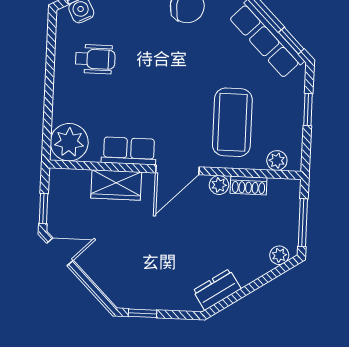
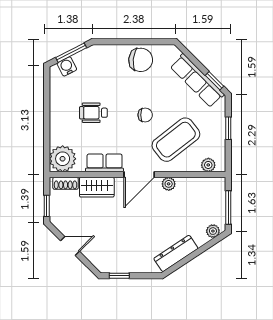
wheelchair: (95, 59) -> (93, 113), moved, turned 180
chair: (190, 85) -> (145, 115), added
coffee table: (232, 122) -> (176, 140), turned 52
shoe rack: (249, 185) -> (66, 183), moved
door: (60, 252) -> (70, 246), moved
dresser: (217, 290) -> (176, 253), width x1.44

